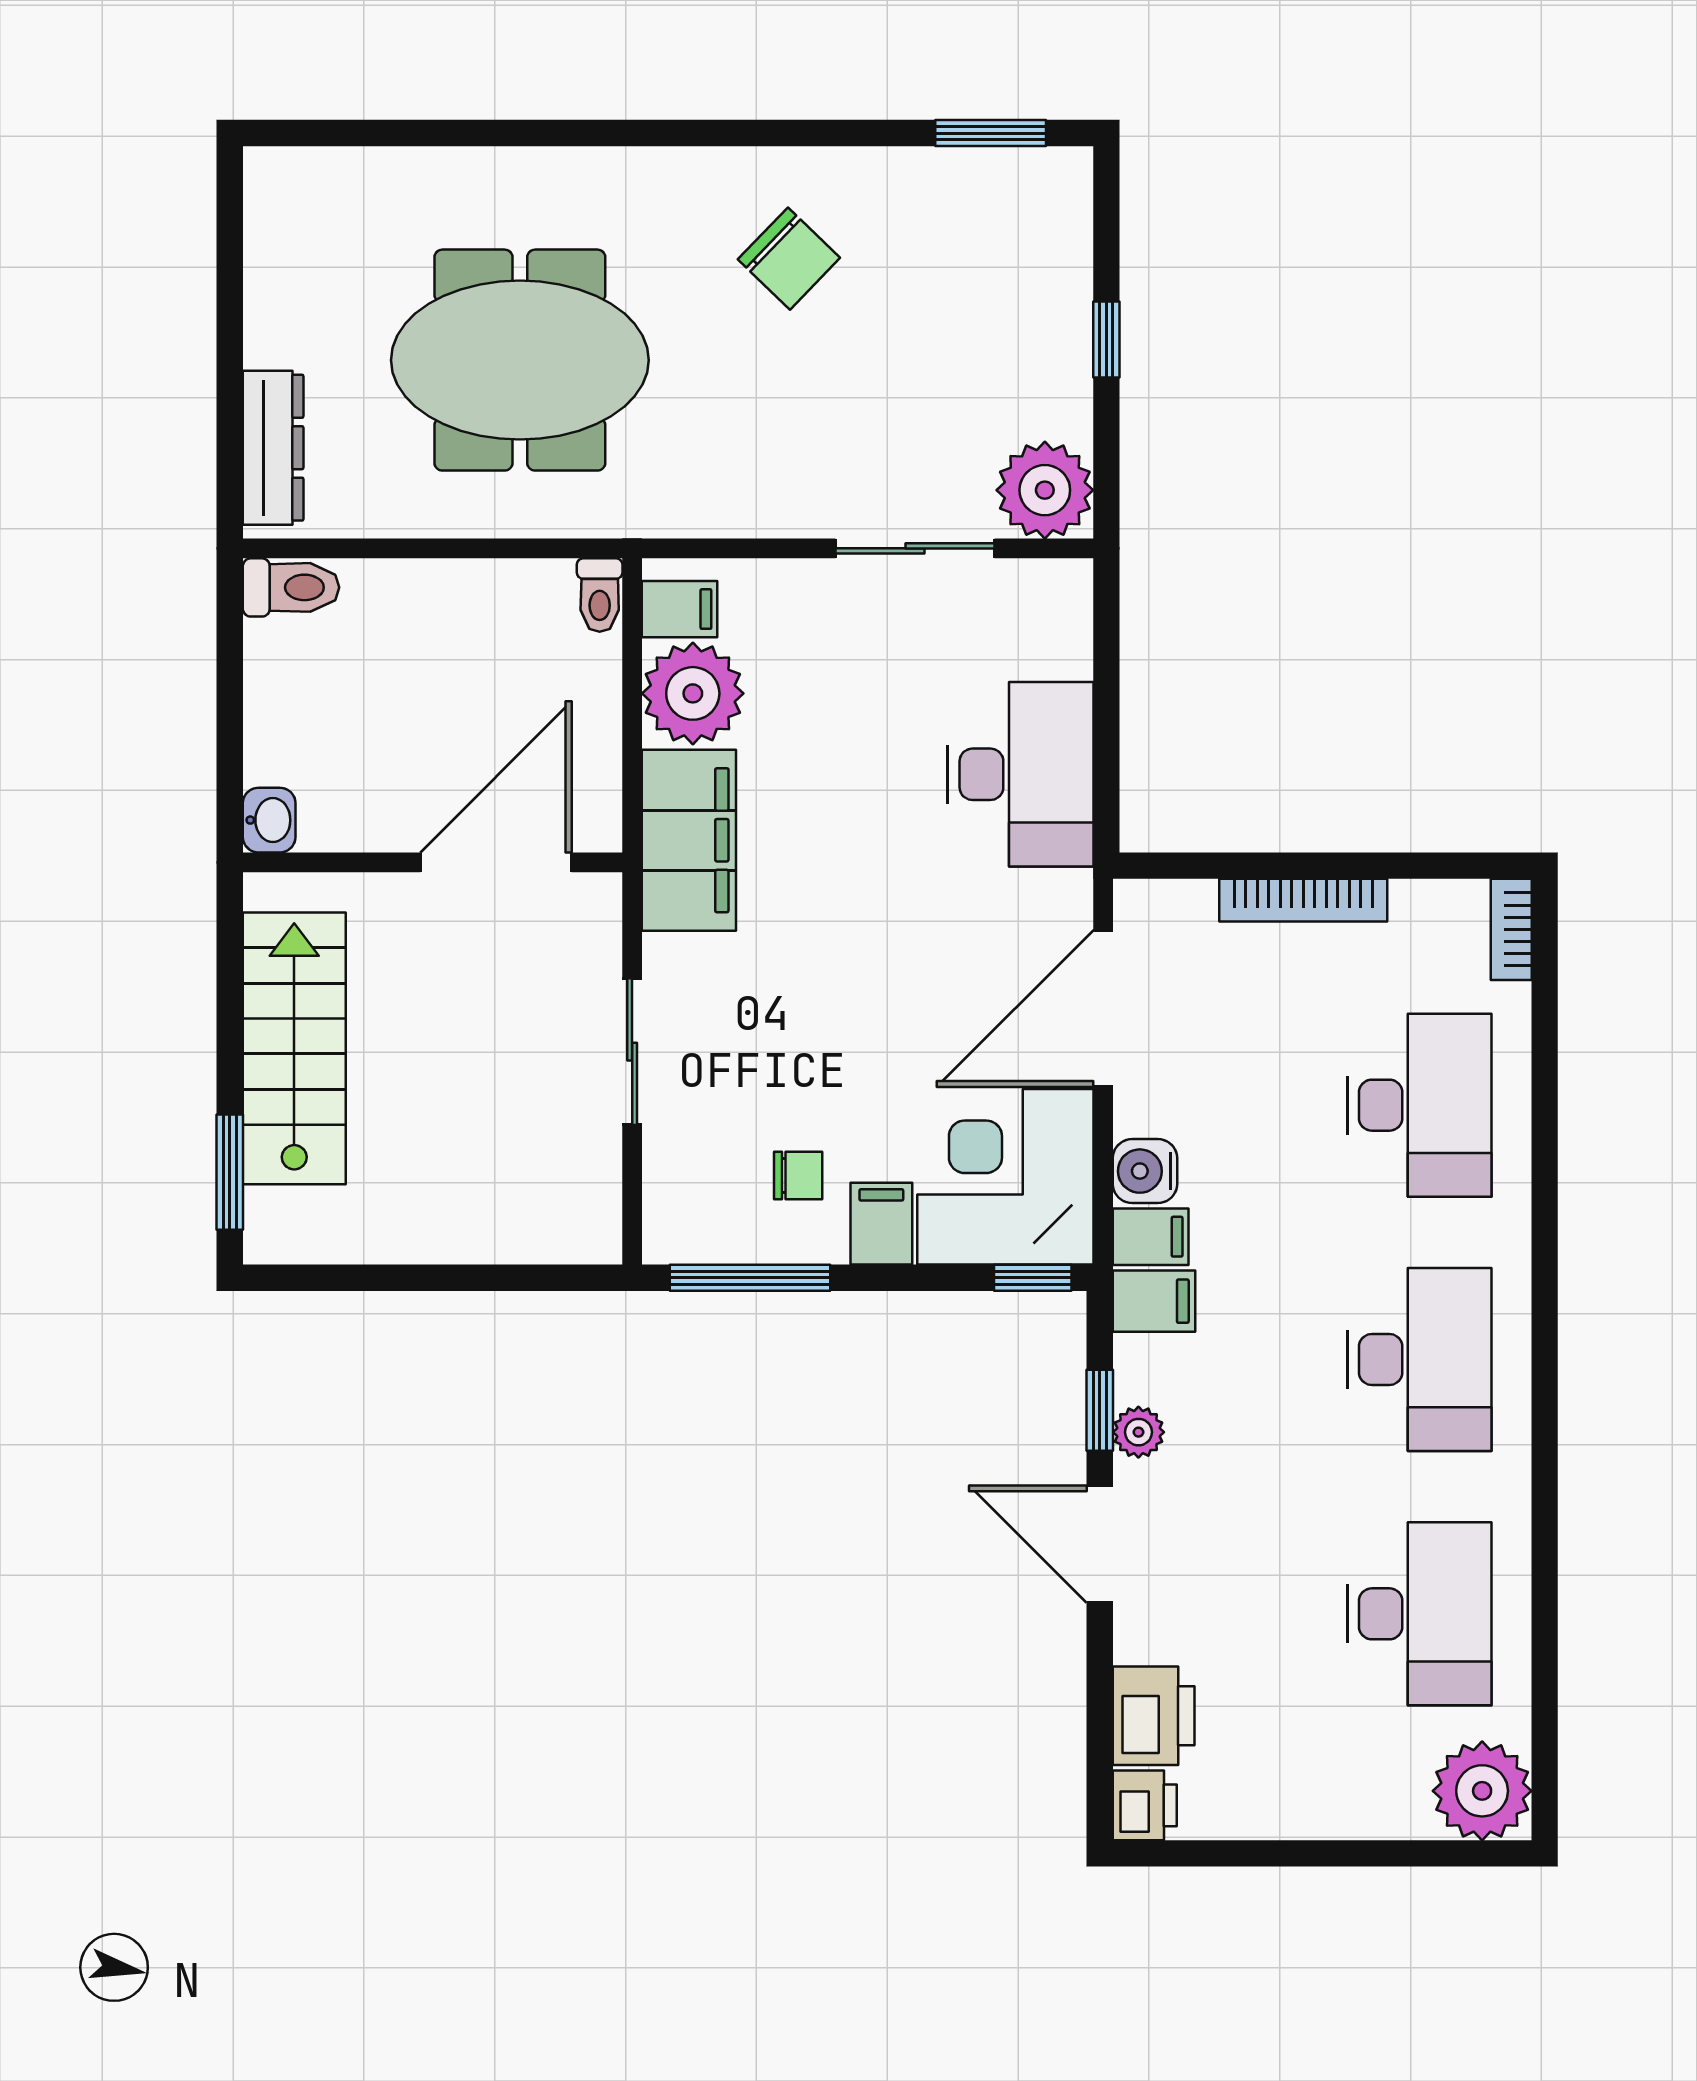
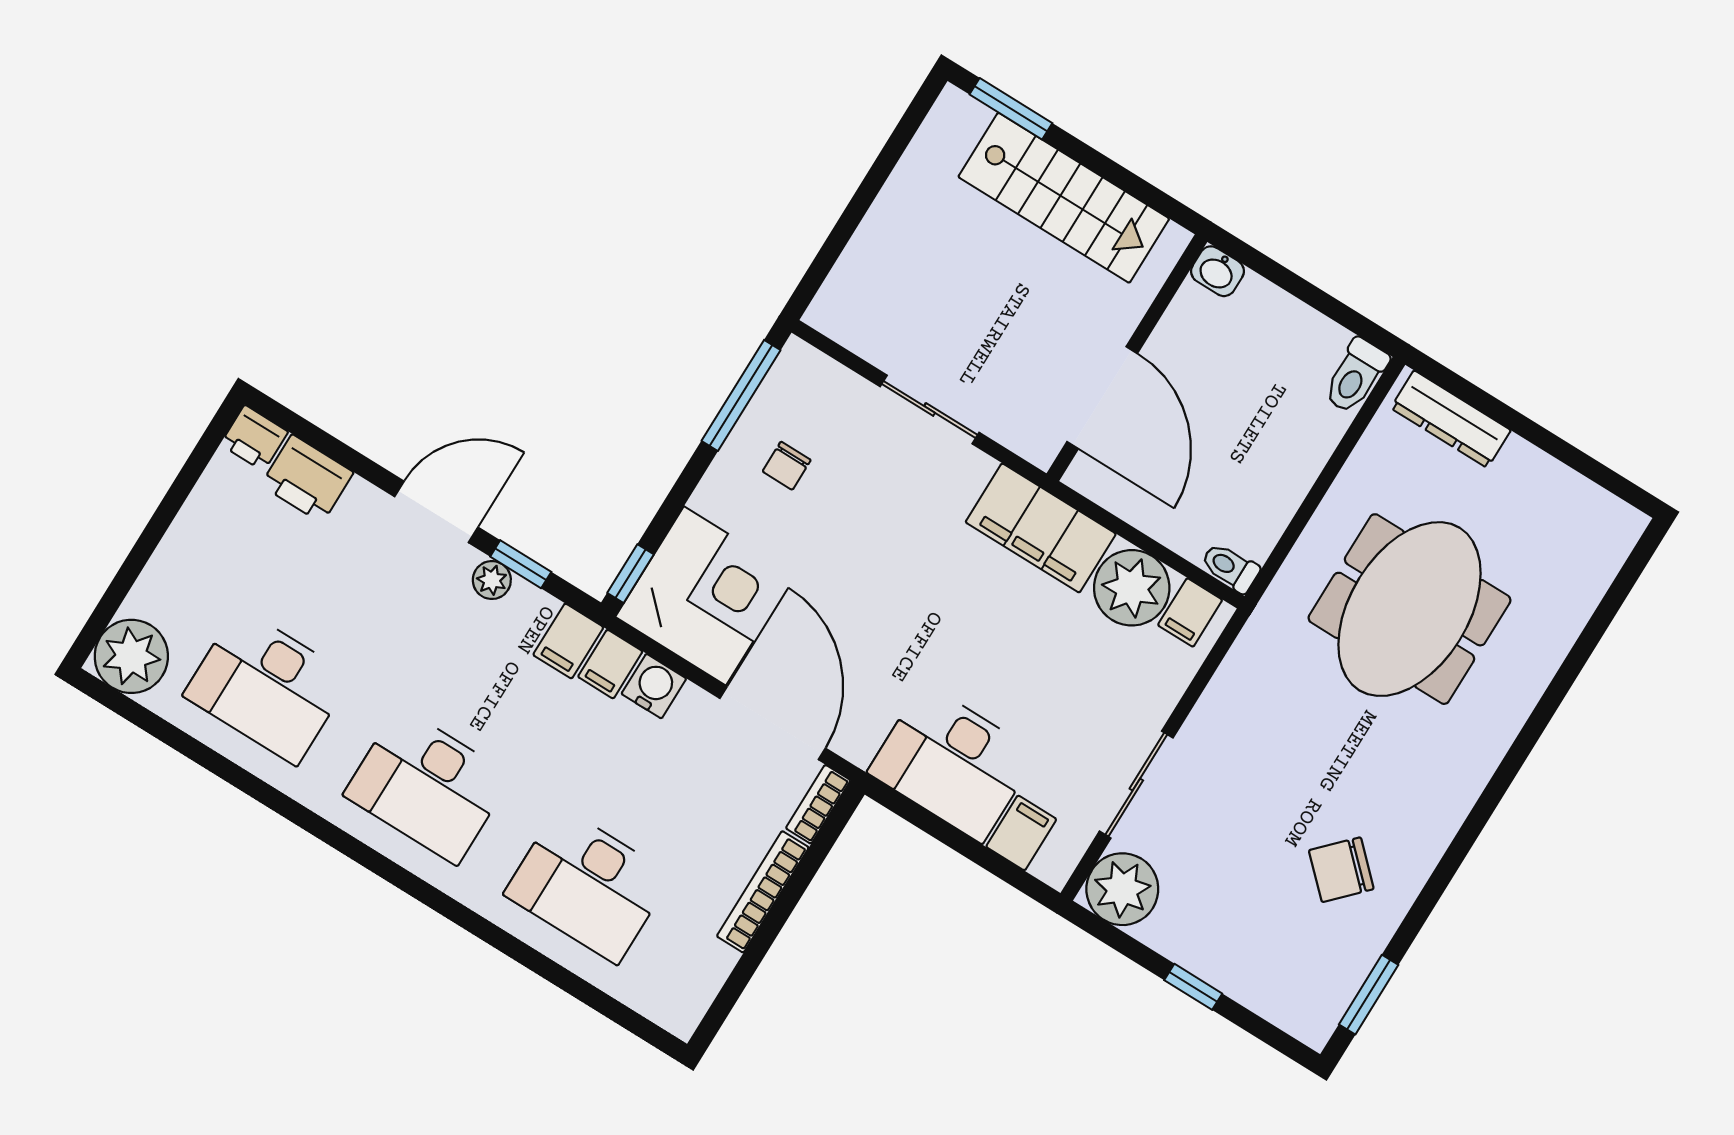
chair: (789, 259) -> (1341, 870), moved
bookcase: (1511, 929) -> (818, 804), moved, turned -90
filing cabinet: (881, 1224) -> (1021, 833), moved, turned -90

